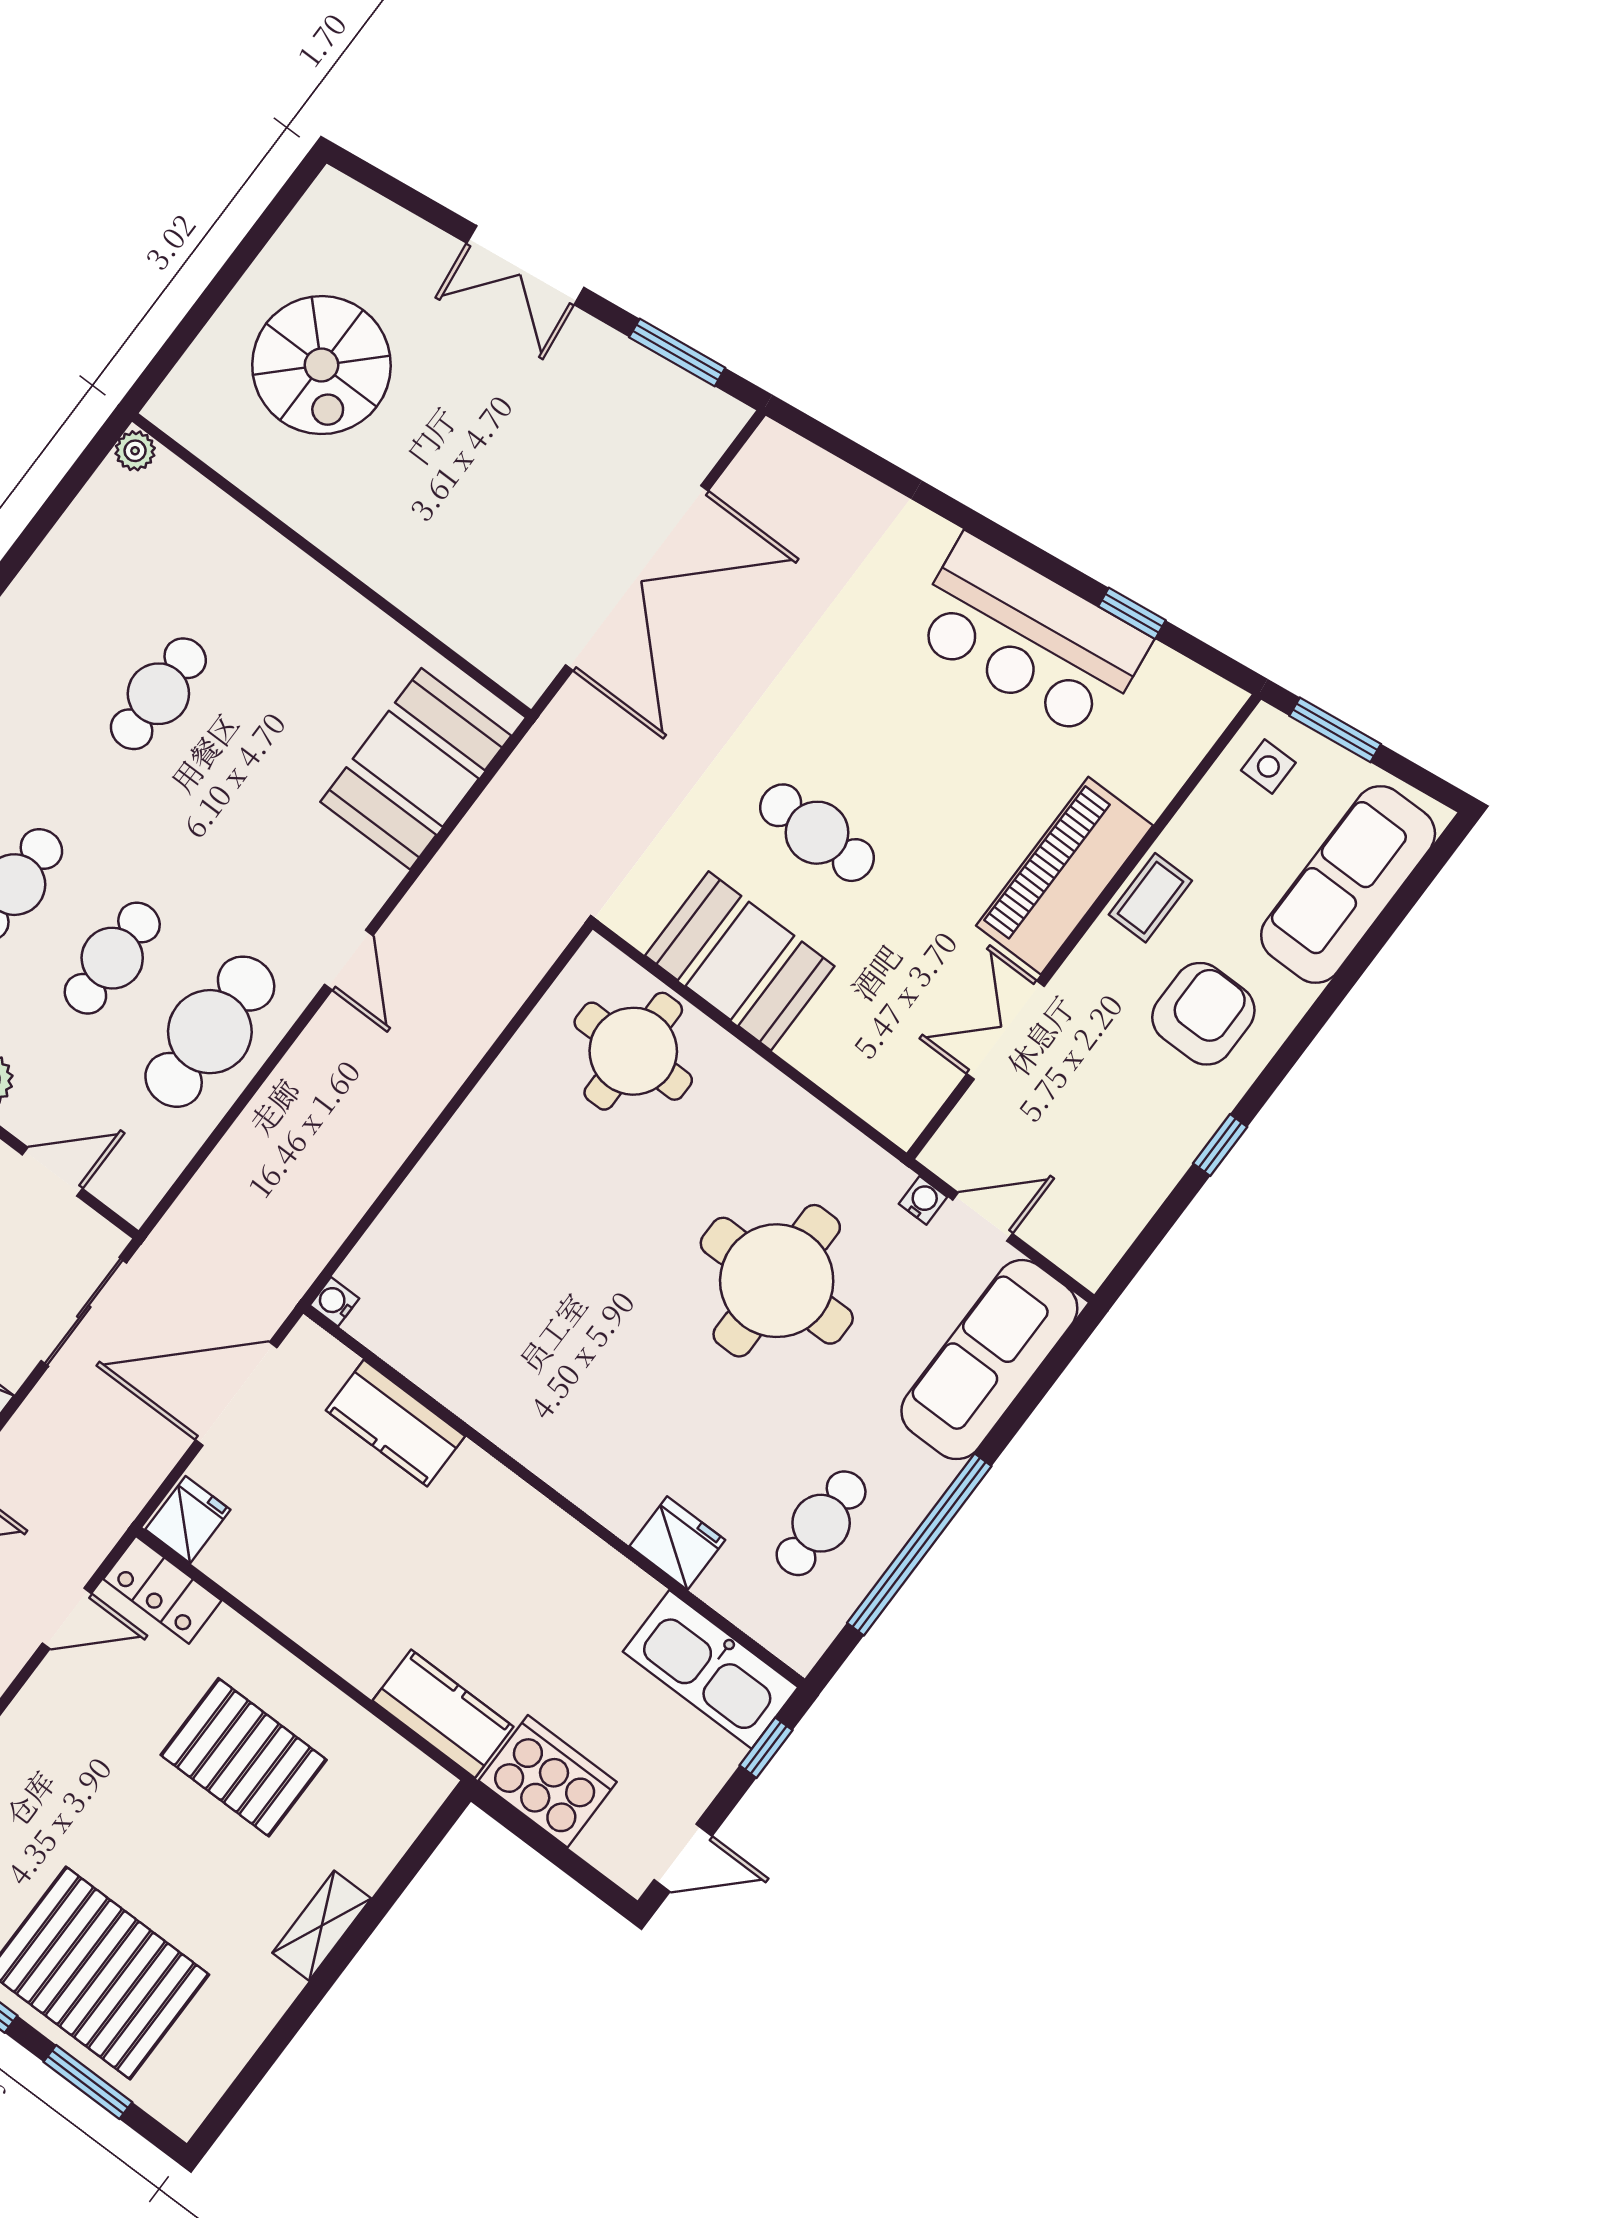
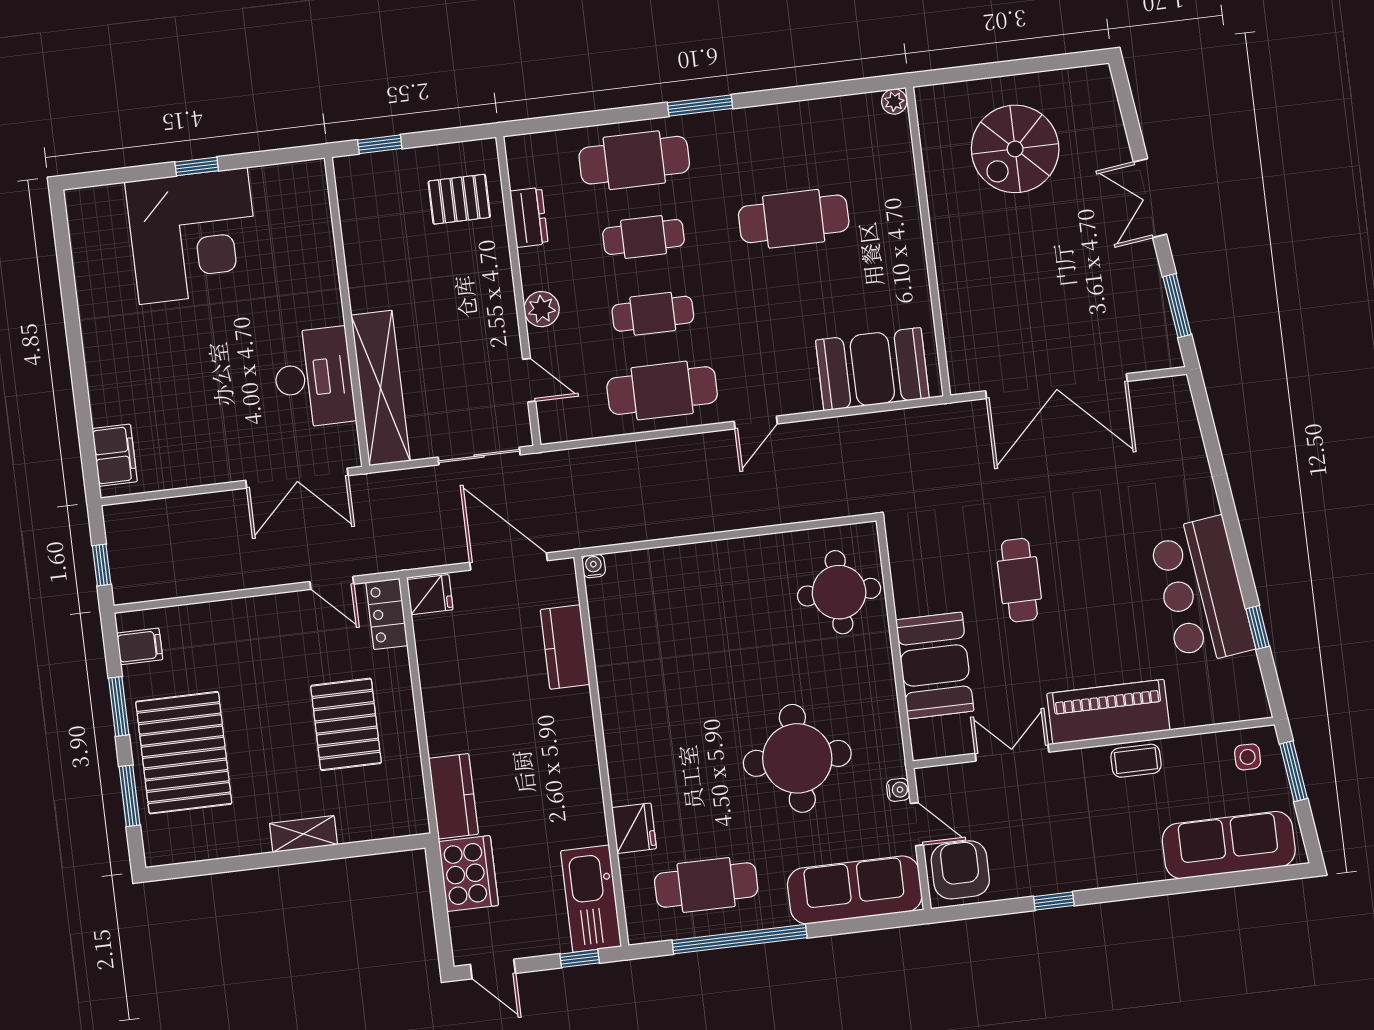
cafe table: (158, 694) -> (794, 219), width x1.37, depth x1.35
booth: (740, 961) -> (935, 665), moved
armchair: (1203, 1014) -> (960, 870), moved, turned -90
cafe table: (821, 1523) -> (706, 885), width x1.37, depth x1.35

